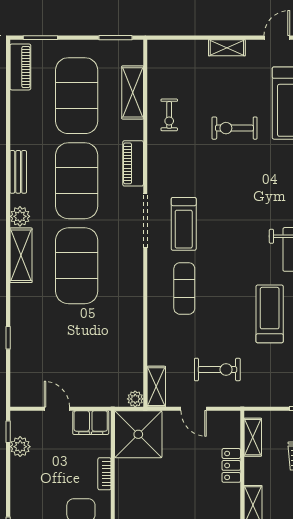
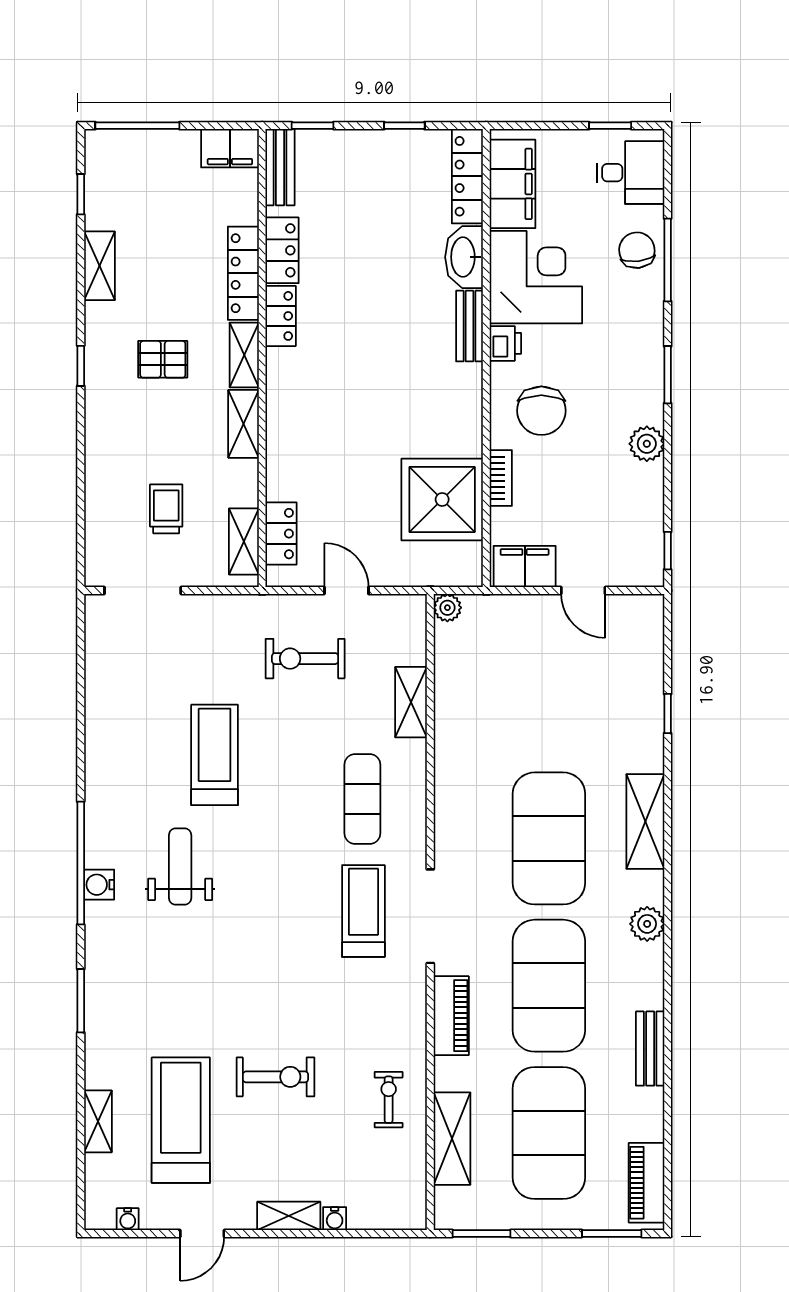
water cooler: (200, 46) -> (335, 1219), added
bench: (18, 172) -> (650, 1049), moved
shelving: (21, 255) -> (645, 821), moved
treadmill: (270, 314) -> (215, 755), turned 180
shelving: (156, 387) -> (411, 702), moved
shower: (138, 434) -> (442, 499), moved
plant: (20, 447) -> (647, 444), moved
locker: (231, 465) -> (281, 534), moved

